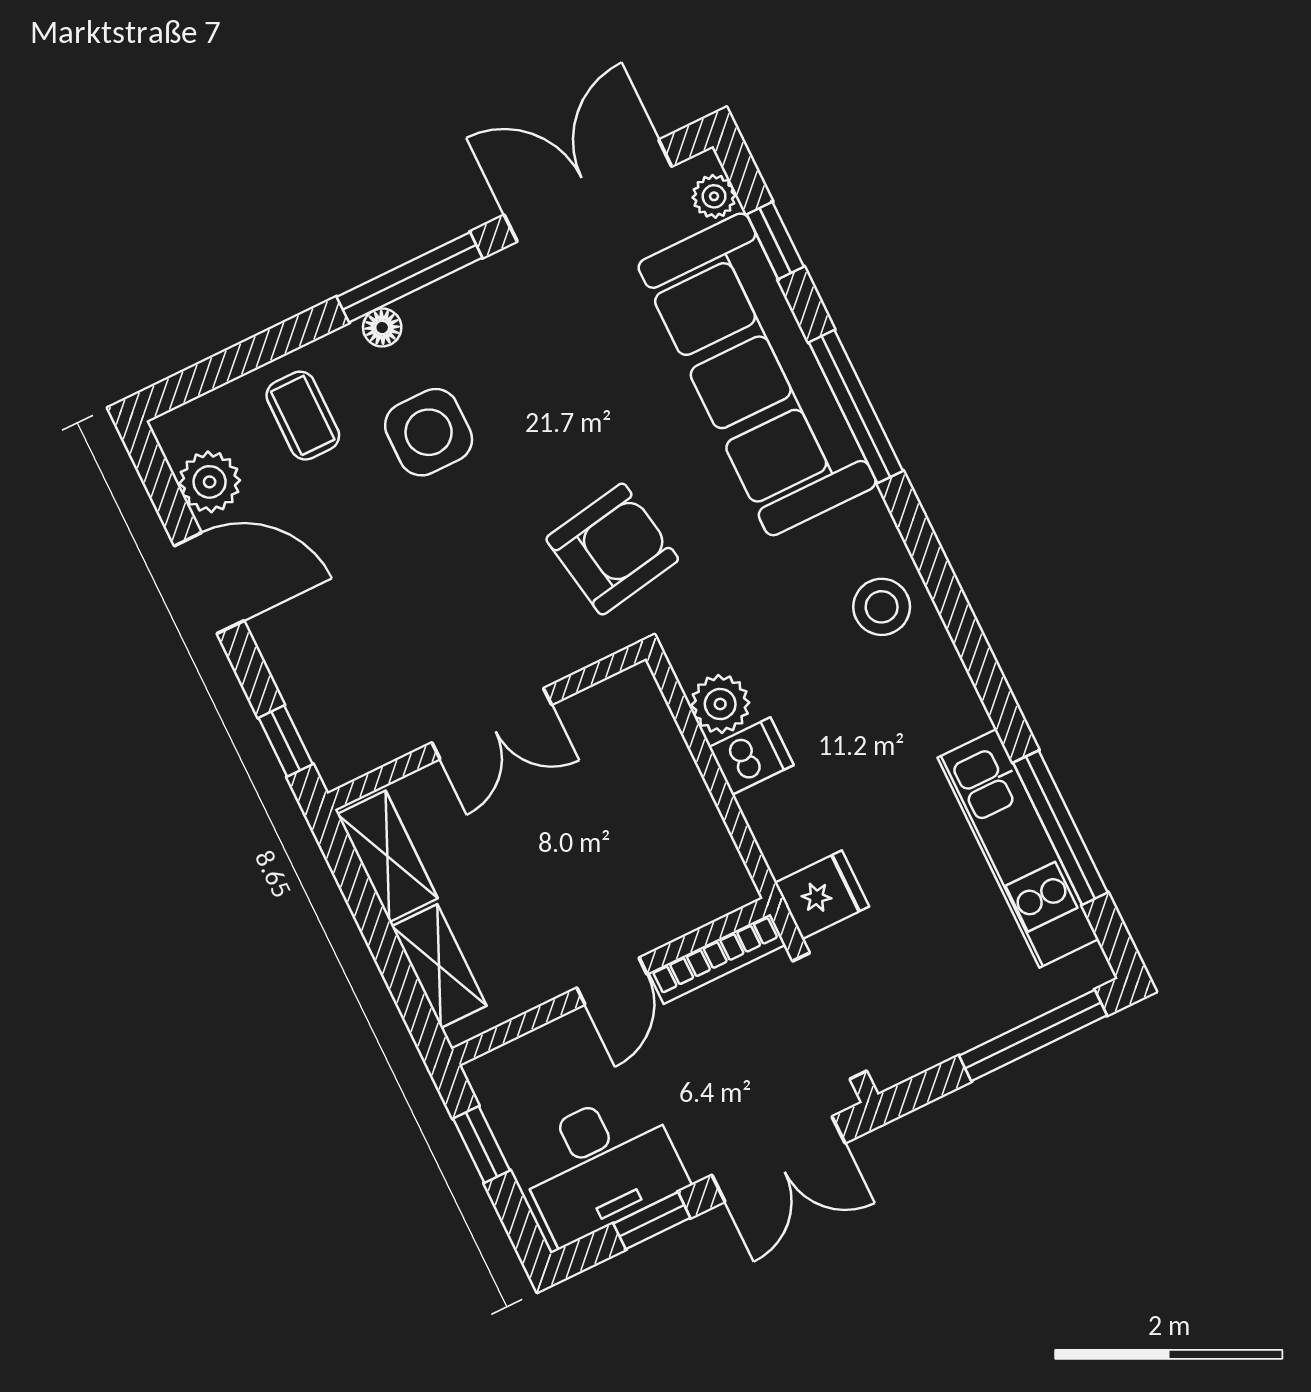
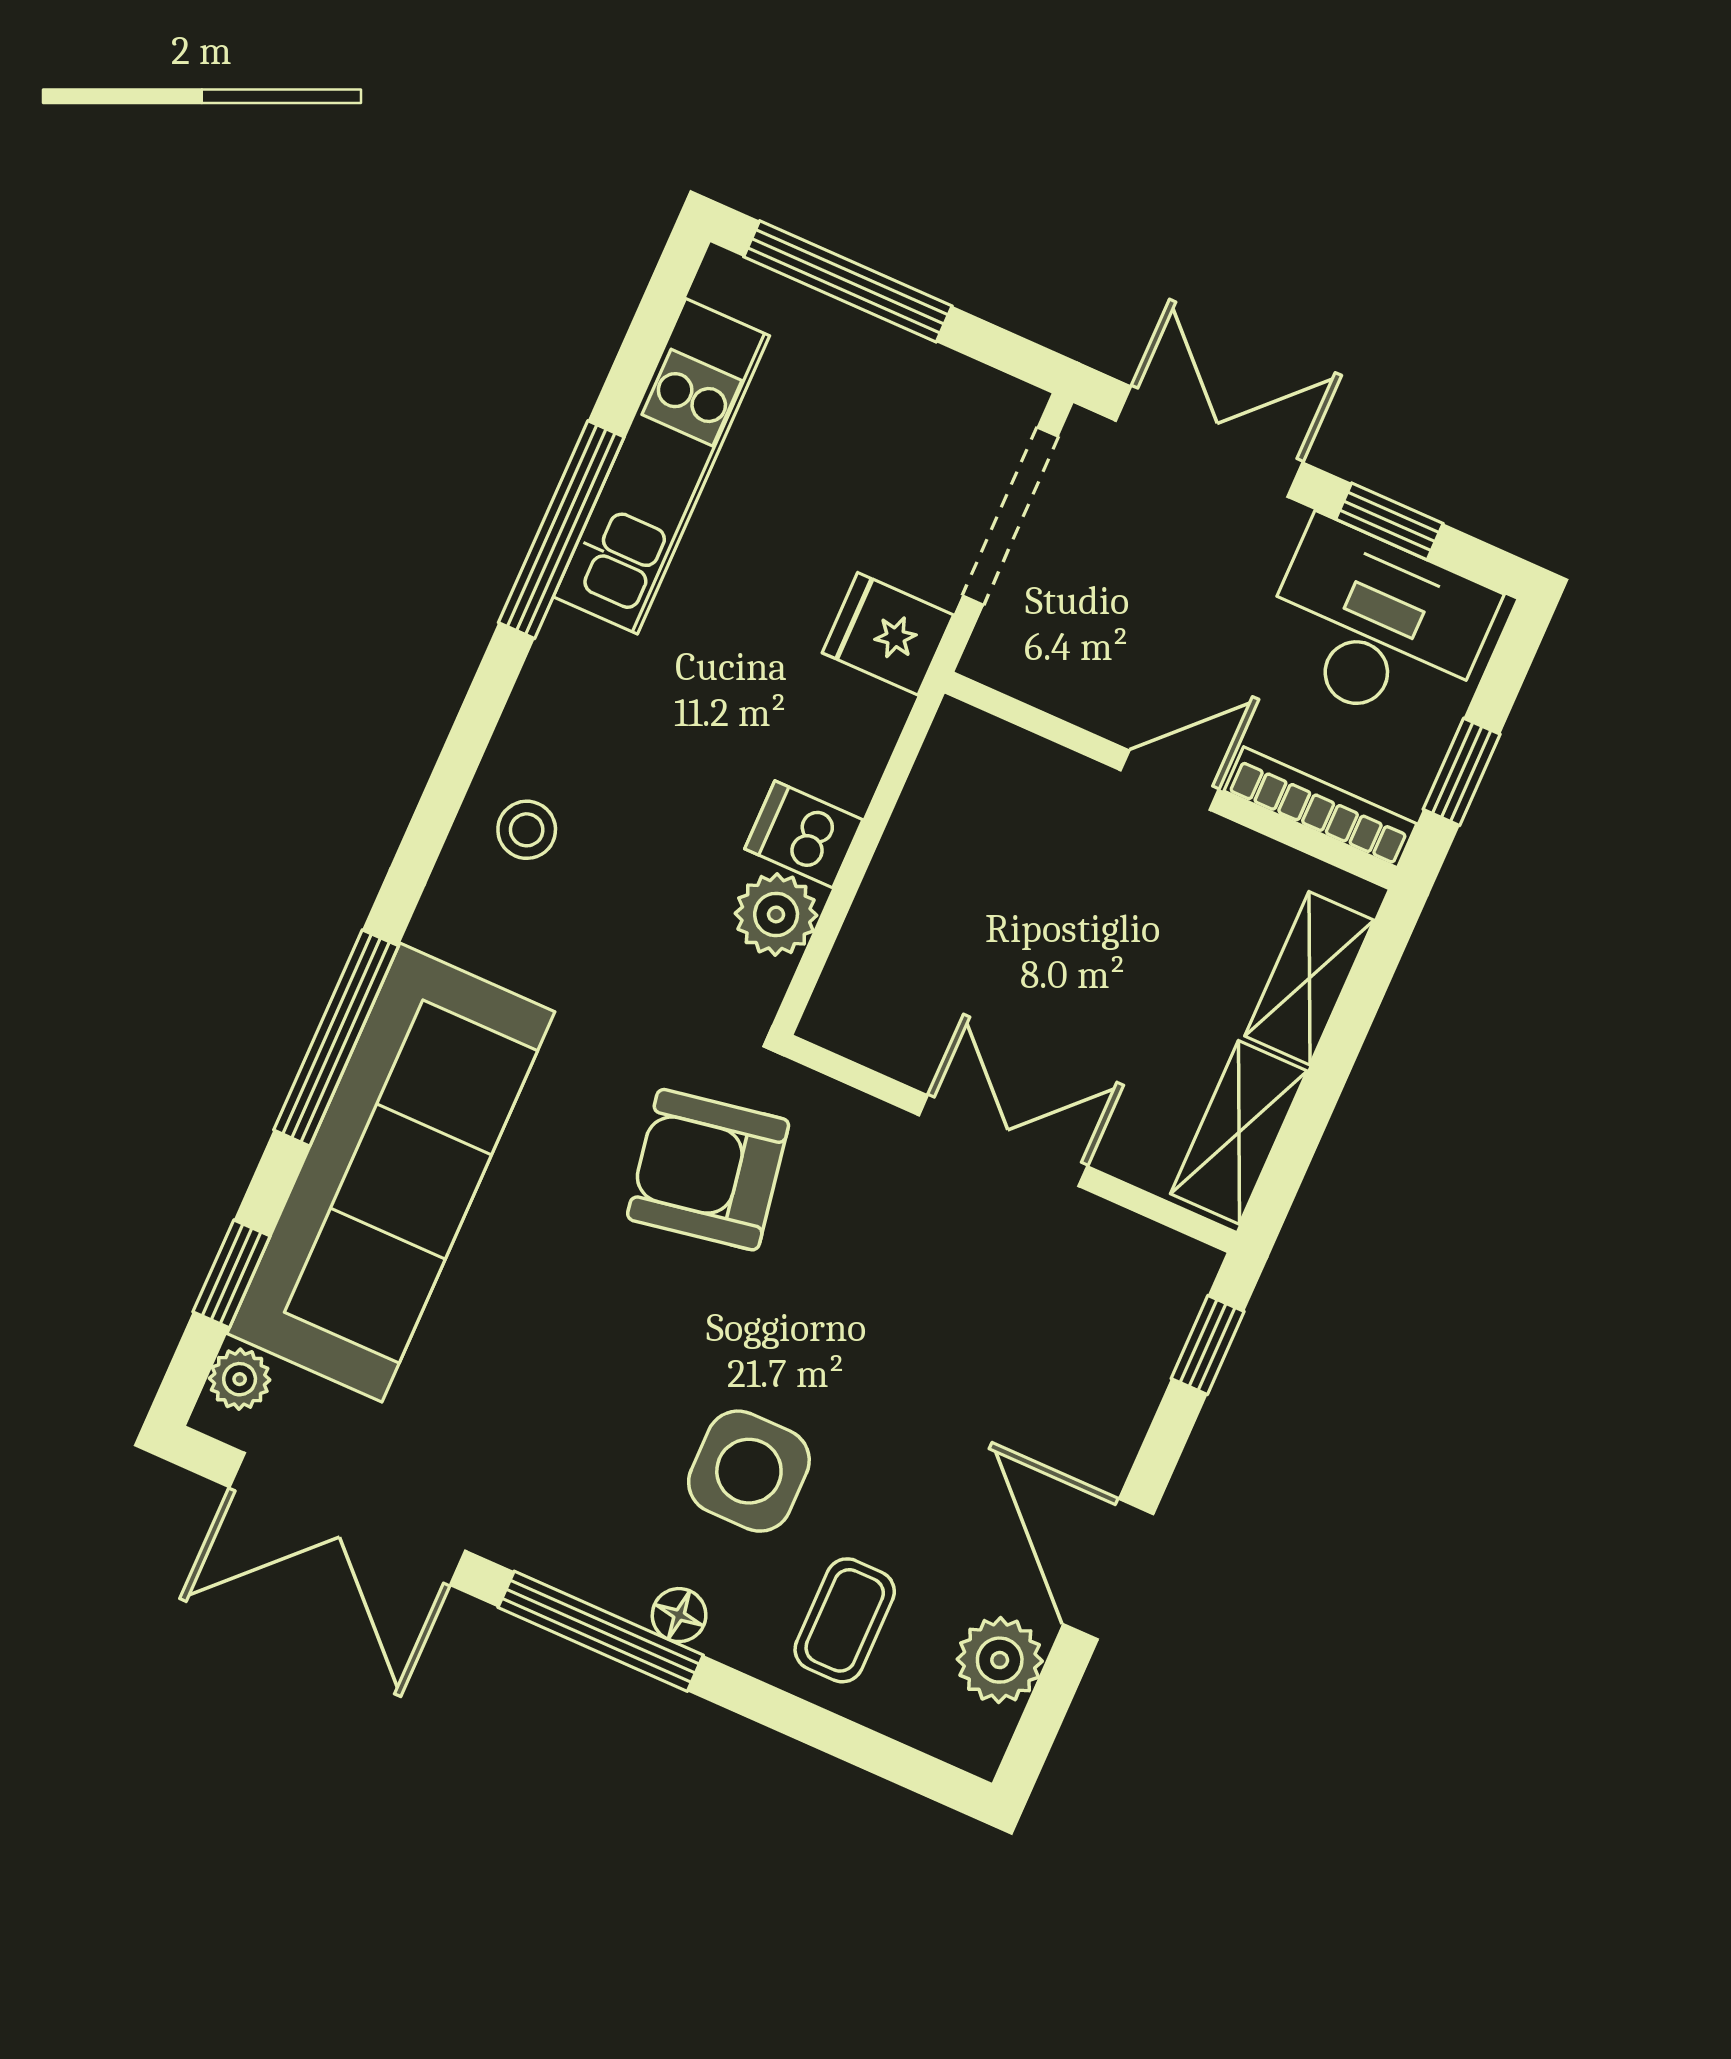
stool: (882, 607) -> (527, 830), width x0.73, depth x0.73
window: (1060, 828) -> (561, 530), moved
bookcase: (717, 959) -> (1320, 807), moved

